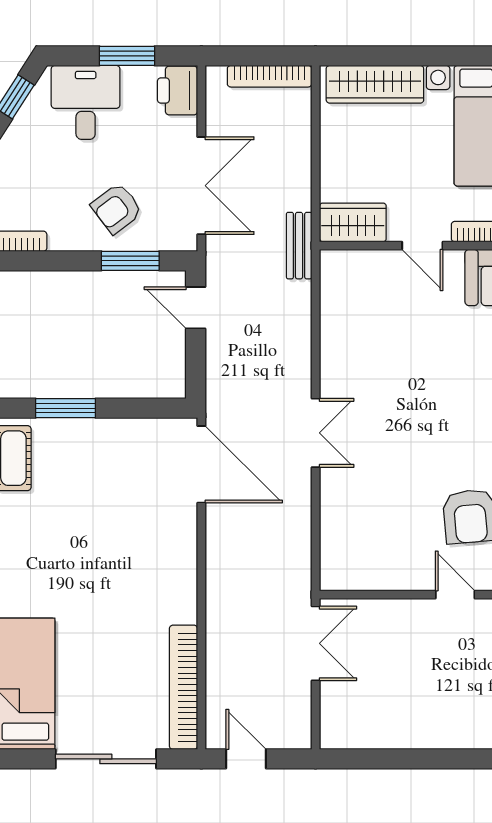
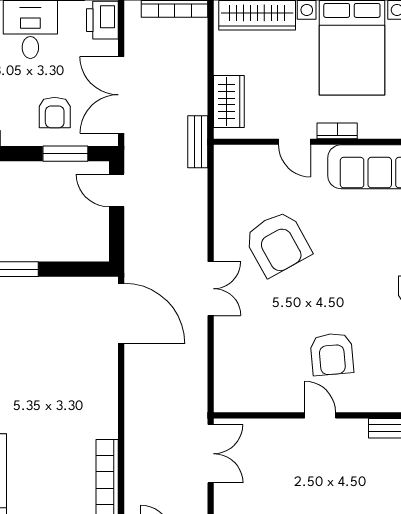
double door: (201, 186) -> (121, 95), swing flipped
armchair: (117, 208) -> (55, 113), turned -53
wardrobe: (353, 222) -> (229, 101), moved, turned 90
armchair: (401, 375) -> (278, 243), added

